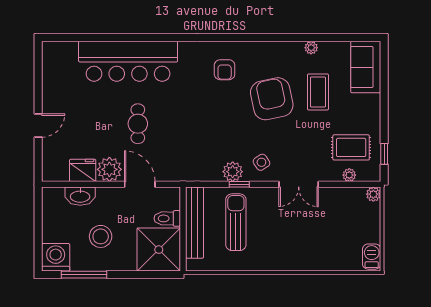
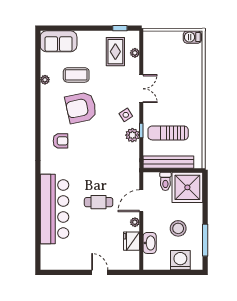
plant: (109, 169) -> (135, 222), width x0.53, depth x0.53
plant: (373, 194) -> (148, 36), removed
washing machine: (56, 257) -> (180, 260), moved, turned 90

